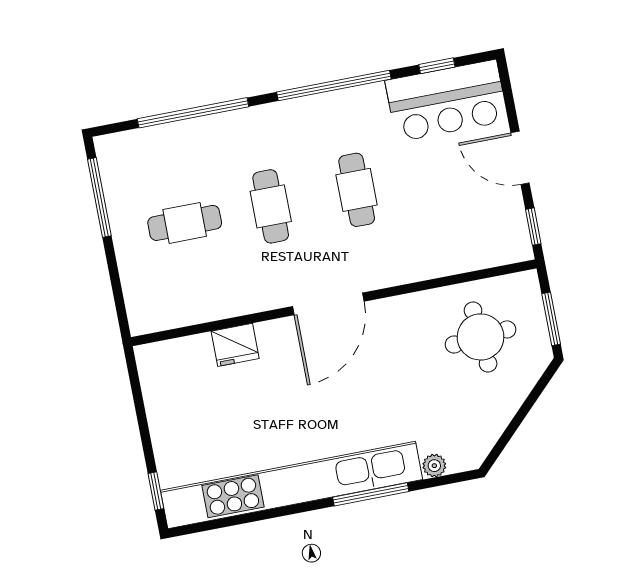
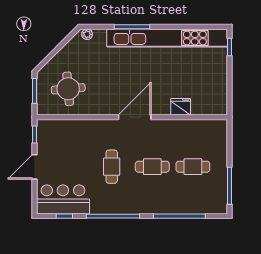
door: (520, 158) -> (34, 167), swing flipped
cafe table: (271, 206) -> (152, 167), turned 90
plant: (434, 466) -> (87, 34), moved

